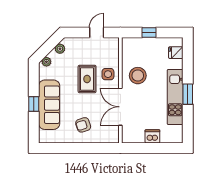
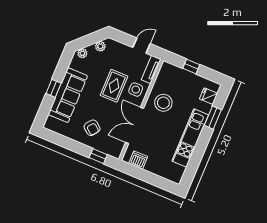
tv unit: (114, 50) -> (151, 70), added
window: (188, 94) -> (213, 118), moved
armchair: (83, 125) -> (92, 128), turned -123
dishwasher: (152, 136) -> (138, 160), moved
window: (99, 148) -> (98, 156), added

